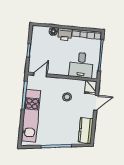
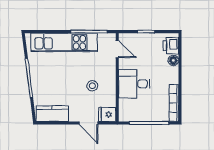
printer: (65, 34) -> (171, 46), moved
desk: (81, 65) -> (134, 84), moved

